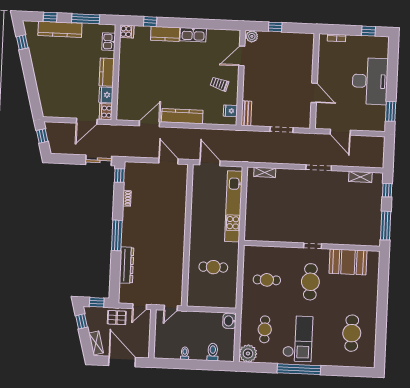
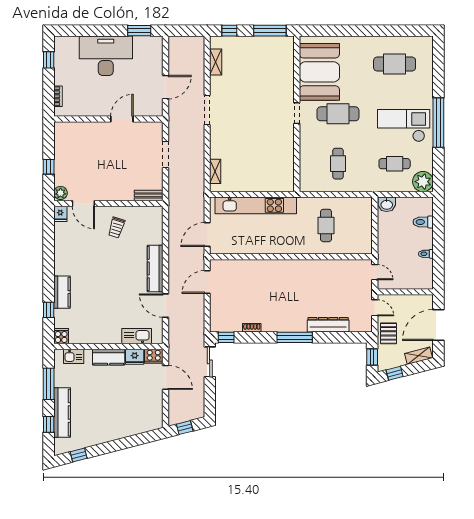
kitchen sink: (193, 35) -> (137, 336), moved, turned -90
fridge: (230, 111) -> (60, 214), moved
booth: (348, 262) -> (319, 72), width x1.36, depth x1.42

